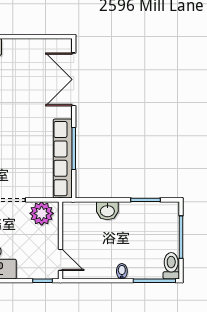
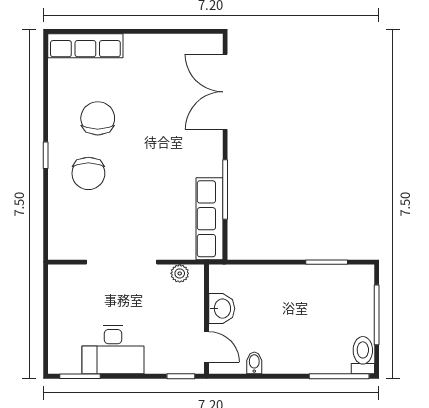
row of seats: (63, 159) -> (209, 219), width x0.73
washbasin: (107, 211) -> (222, 309), moved, turned -90
plant: (42, 213) -> (180, 273), width x0.53, depth x0.53
bidet: (122, 271) -> (254, 363), moved

